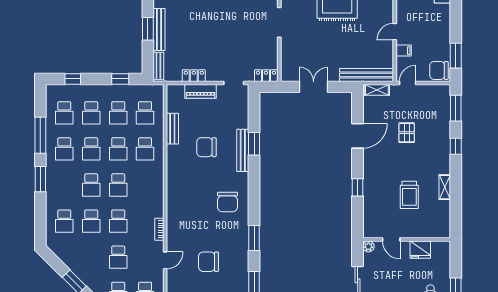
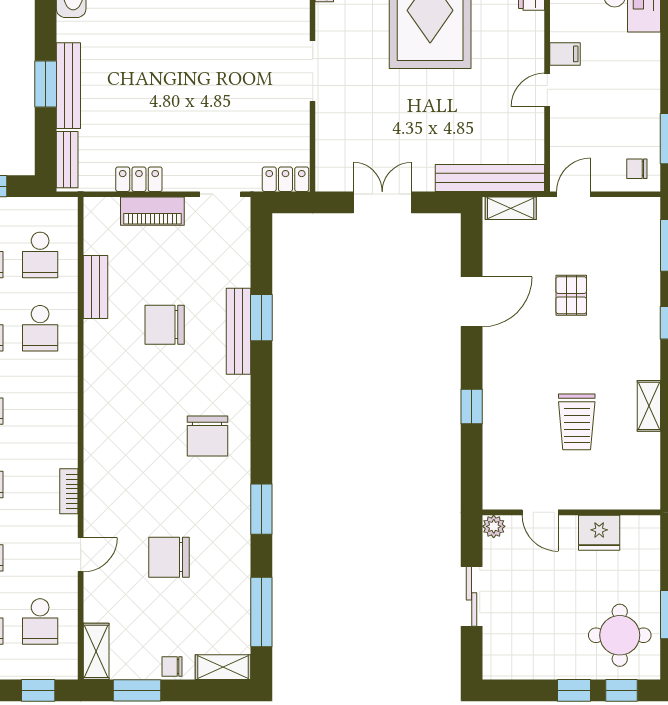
filing cabinet: (404, 51) -> (565, 54), moved
chair: (439, 70) -> (637, 169), width x0.54, depth x0.54

